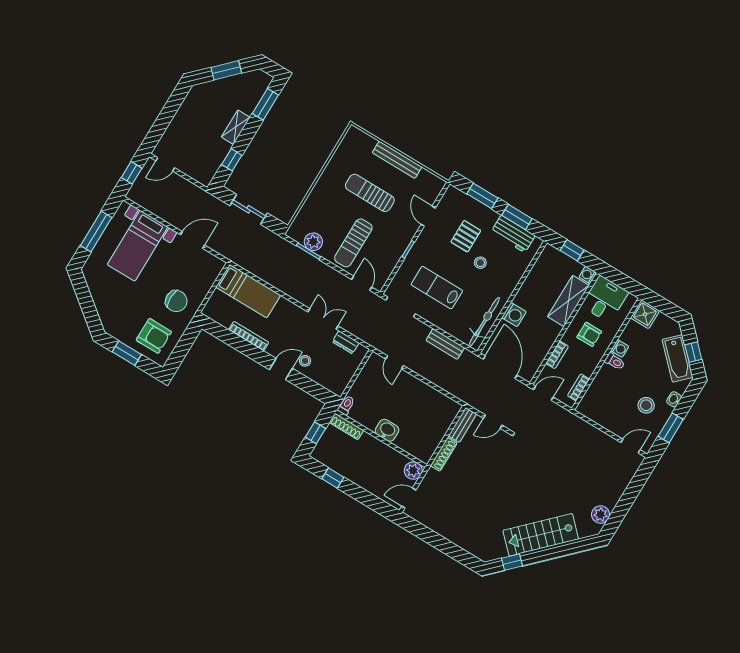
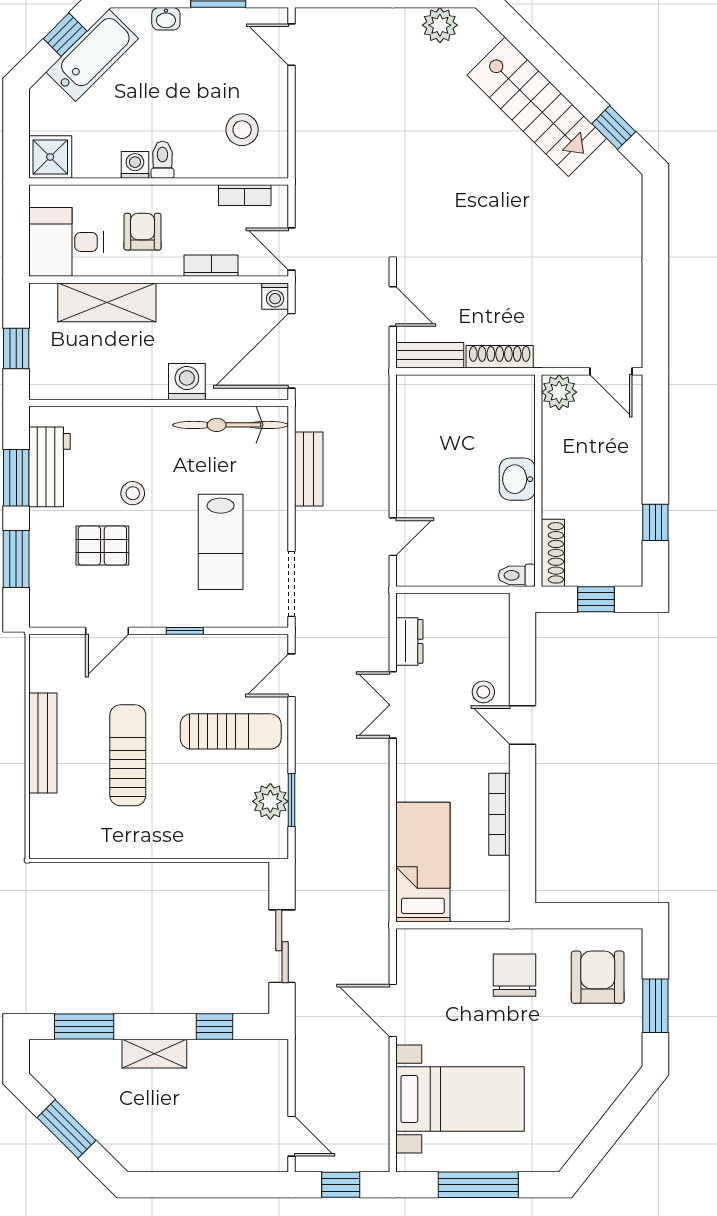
sun lounger: (370, 193) -> (128, 755), turned 180
washing machine: (588, 275) -> (275, 296), moved
stool: (646, 405) -> (242, 130), moved

